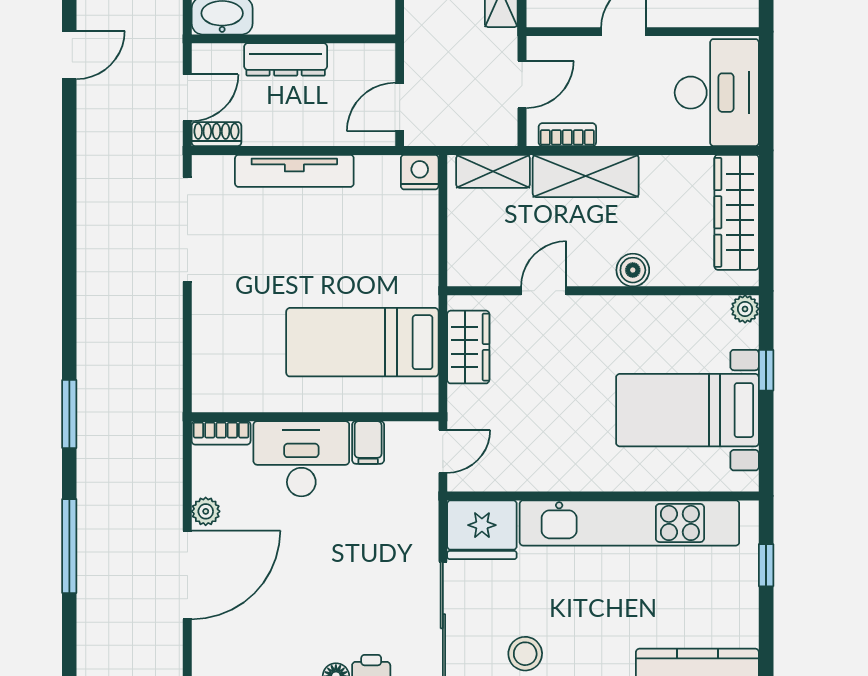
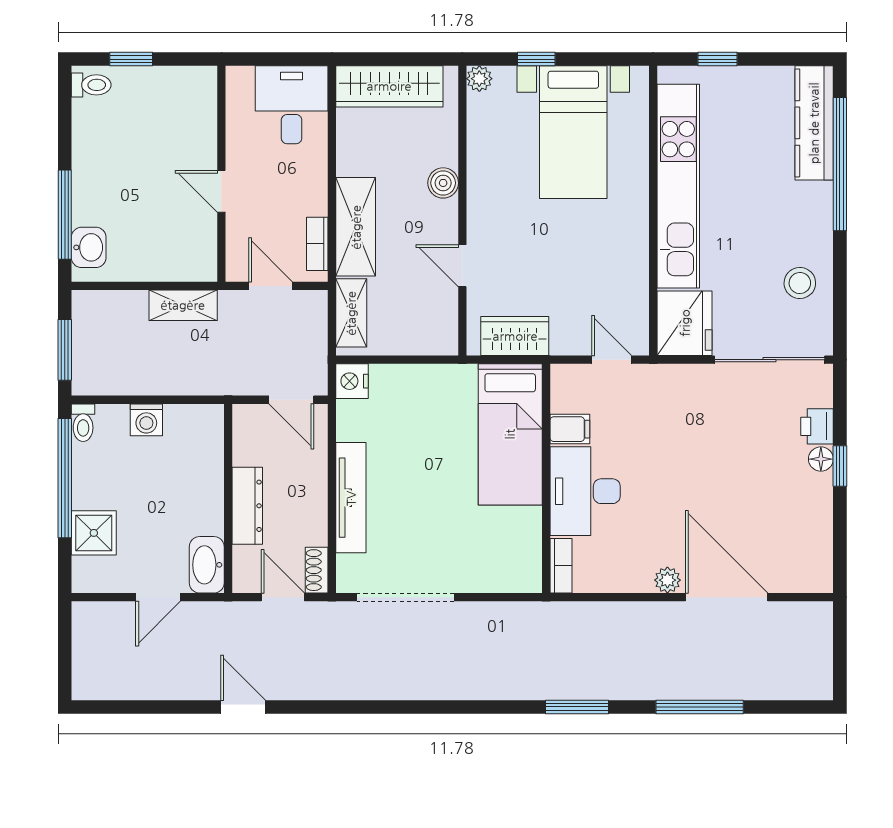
desk: (717, 93) -> (292, 105), width x0.73
wall: (315, 417) -> (546, 478), moved
bookcase: (221, 433) -> (561, 566), moved
filing cabinet: (368, 442) -> (570, 429), moved
desk: (301, 459) -> (585, 491), moved

